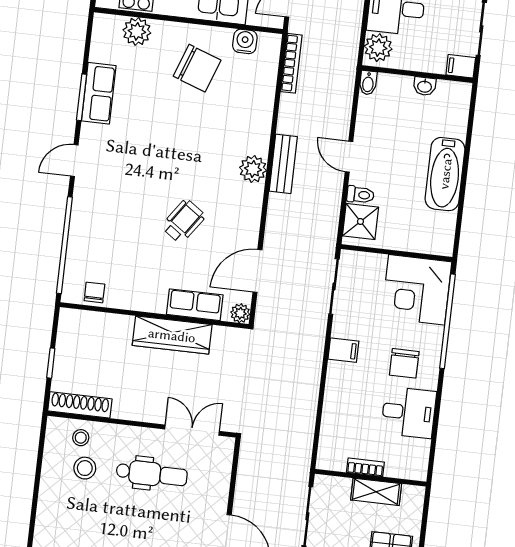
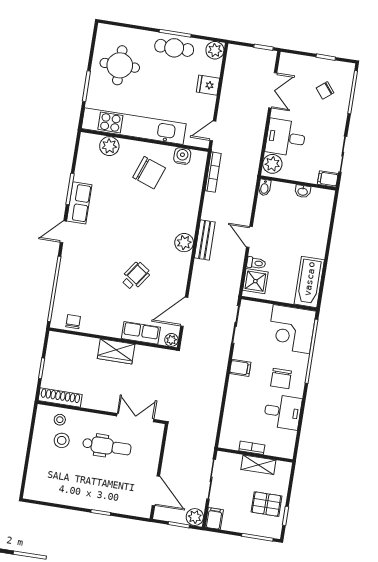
row of seats: (99, 93) -> (79, 203), moved
bathtub: (445, 174) -> (309, 282), moved
wardrobe: (172, 335) -> (116, 351), width x0.67

